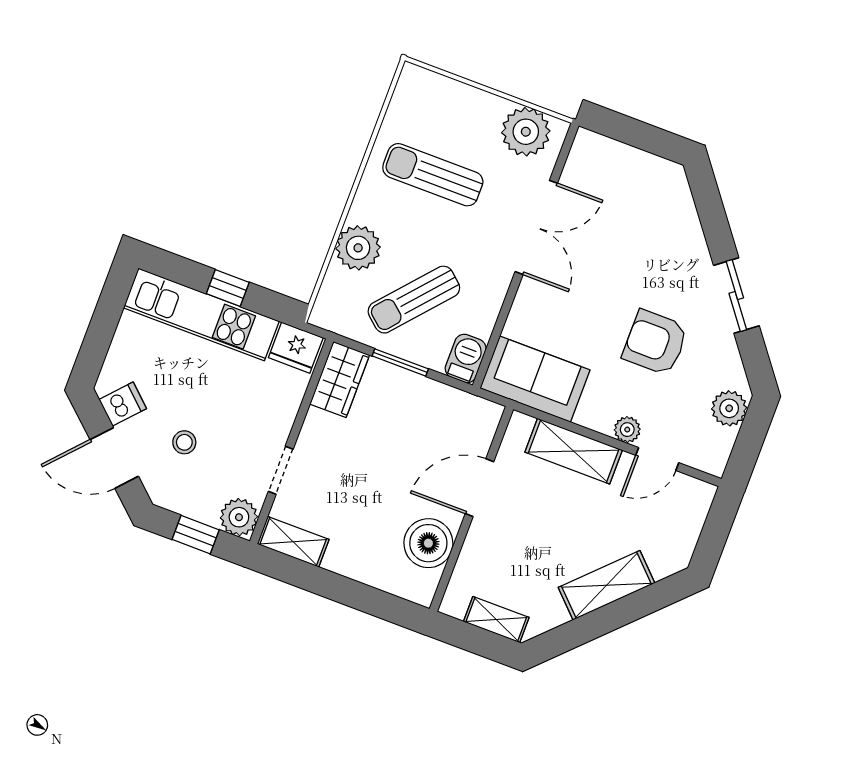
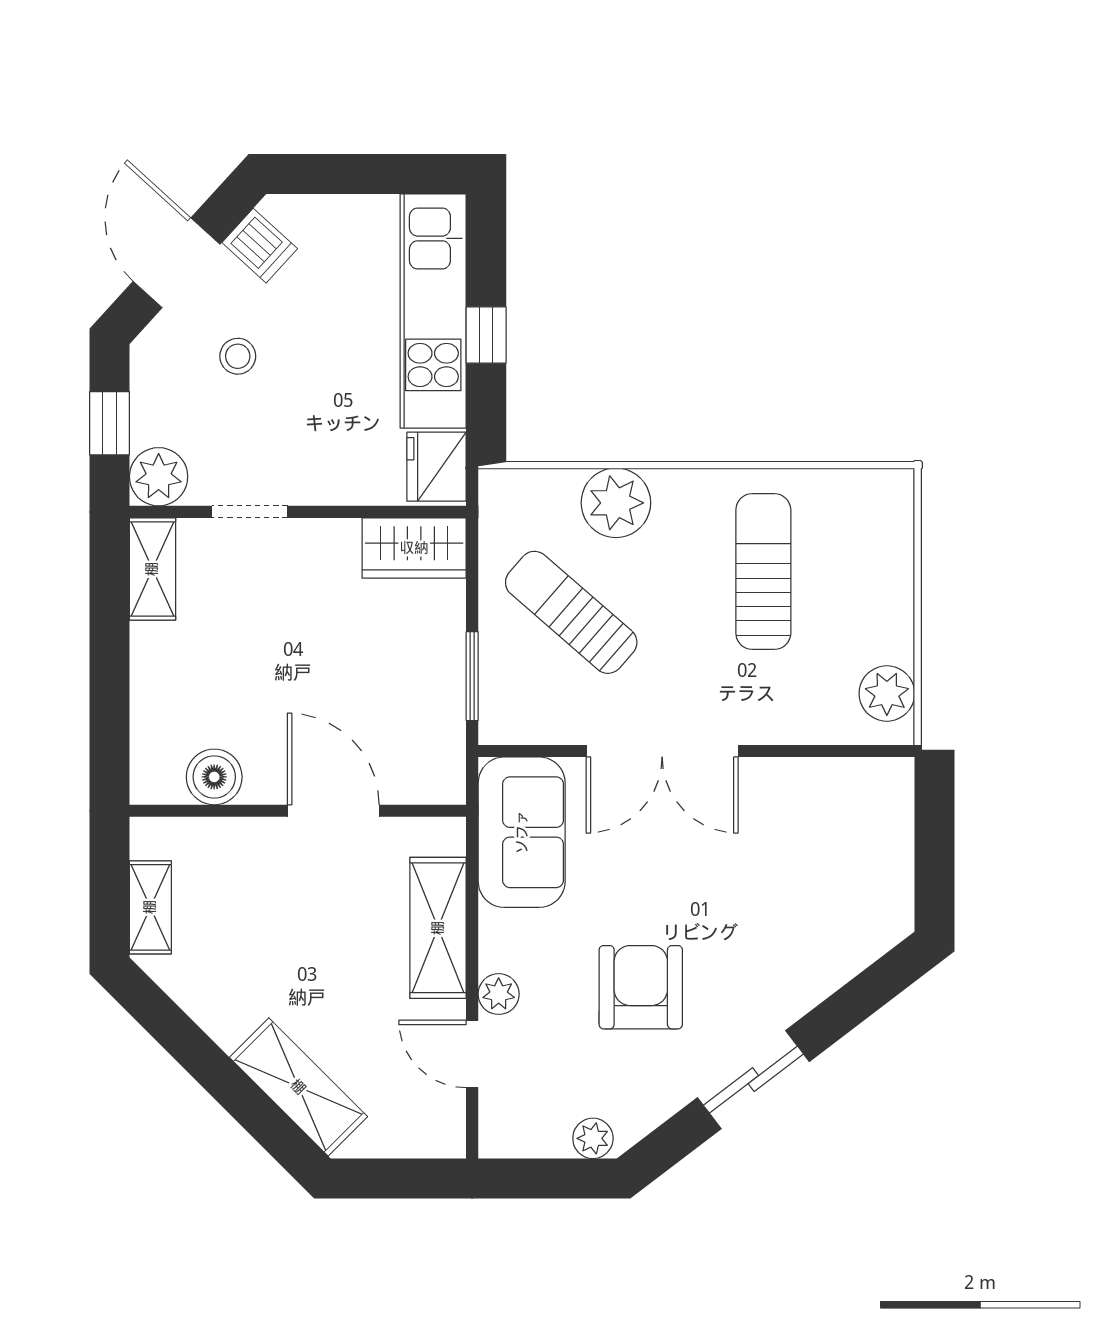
plant: (526, 132) -> (887, 694), width x0.73, depth x0.73
double door: (536, 227) -> (662, 751), moved
barbecue: (466, 359) -> (514, 720), removed
window: (400, 362) -> (472, 676), moved
plant: (729, 408) -> (593, 1138), width x0.73, depth x0.73
boiler: (428, 543) -> (214, 777), width x0.73, depth x0.73
shelving: (606, 585) -> (298, 1087), moved

